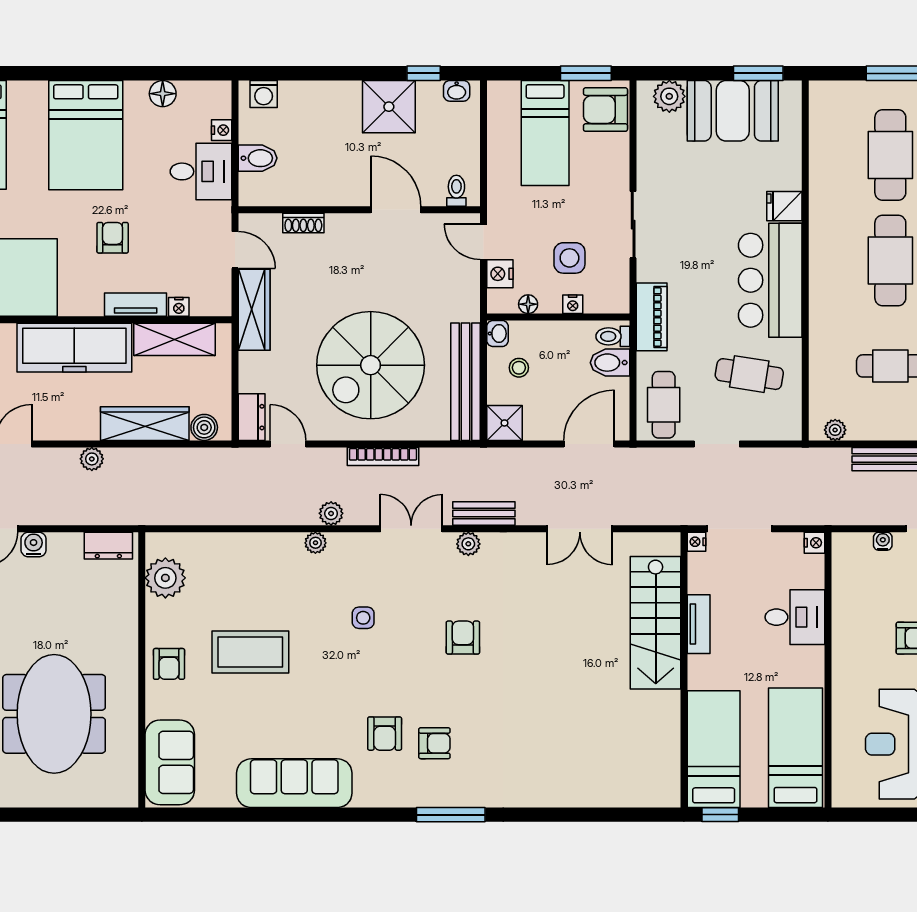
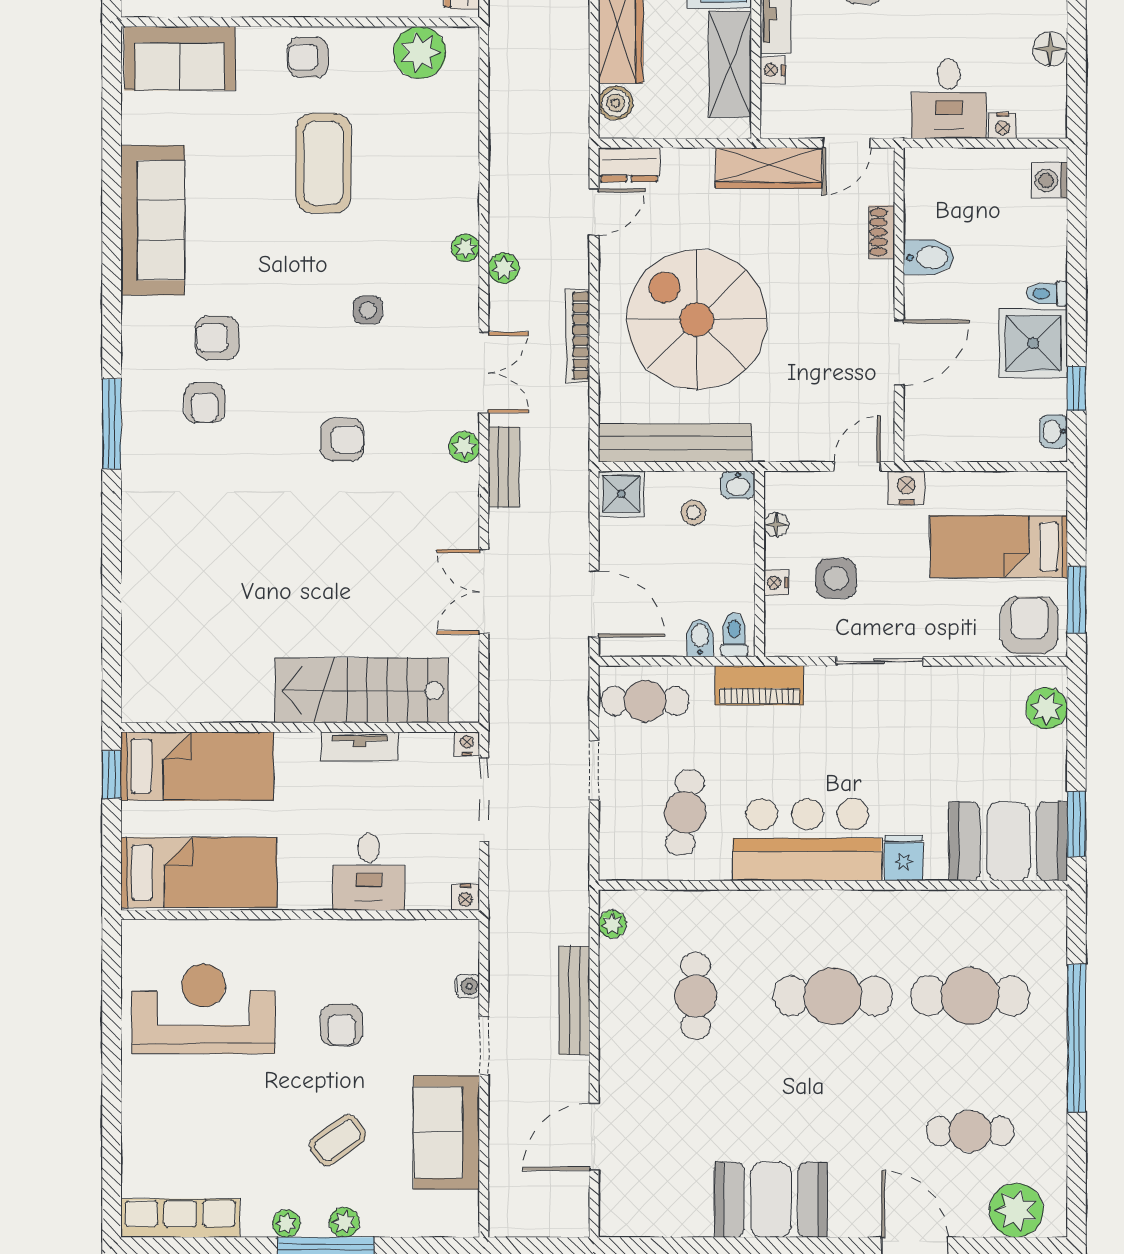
booth: (733, 111) -> (1008, 841), moved, turned 90
bidet: (258, 158) -> (928, 257), moved, turned -90
toilet: (456, 191) -> (1047, 294), moved, turned 180
nightstand: (500, 274) -> (906, 488), moved
bidet: (610, 363) -> (700, 638), width x0.72, depth x0.74

